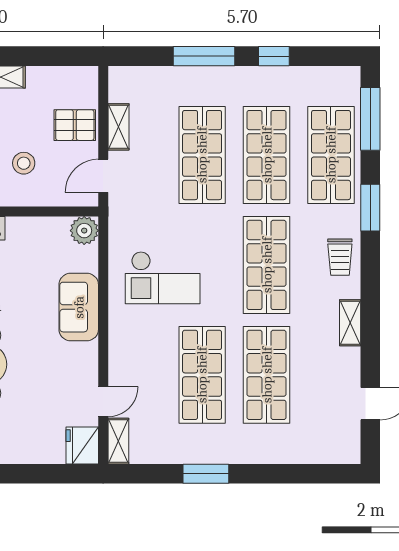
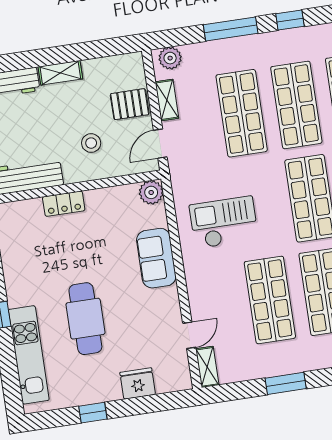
plant: (129, 79) -> (170, 58), added
checkout: (163, 278) -> (224, 222), turned 180
fridge: (82, 445) -> (138, 383), moved, turned 90

